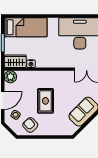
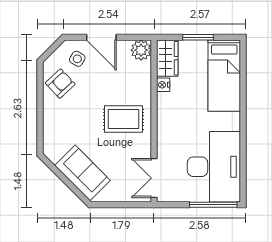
rug: (45, 101) -> (124, 119), moved

